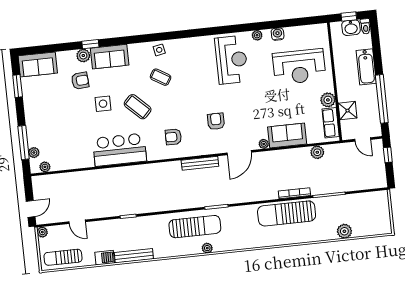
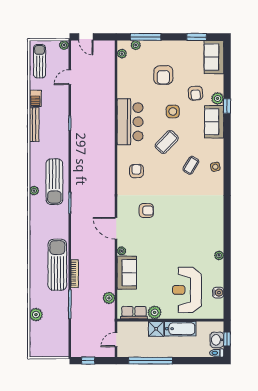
water cooler: (278, 34) -> (218, 293), moved
reception desk: (231, 60) -> (200, 230), removed
bathtub: (366, 67) -> (180, 329), moved, turned 180
shower: (348, 111) -> (156, 329), moved
armchair: (64, 118) -> (163, 75), added
window: (388, 155) -> (88, 361), moved
bench: (200, 163) -> (110, 192), removed

